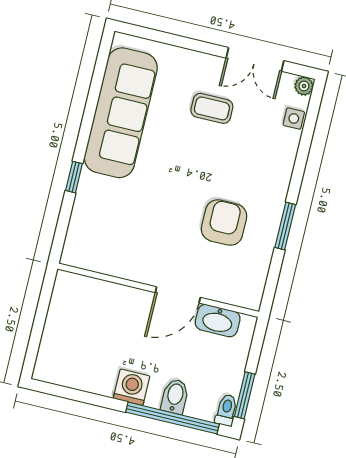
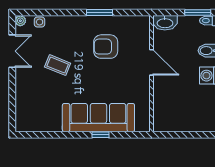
coffee table: (212, 108) -> (58, 65), moved, turned -68
sofa: (121, 113) -> (98, 118), moved
washbasin: (218, 321) -> (165, 23), moved, turned 90

